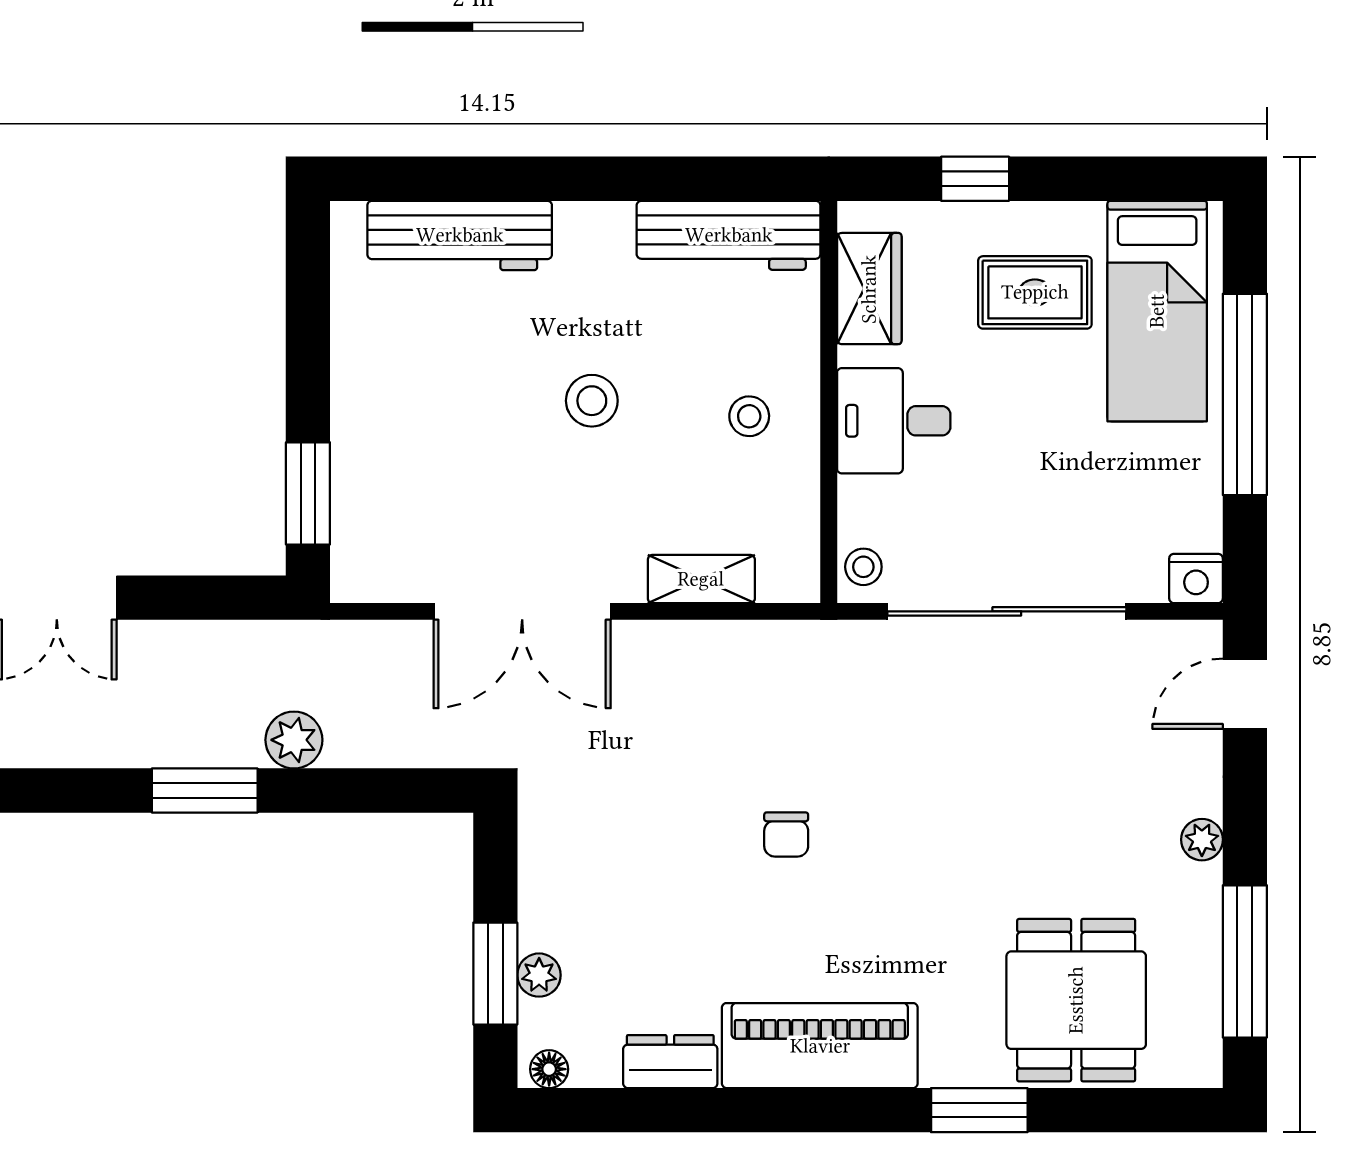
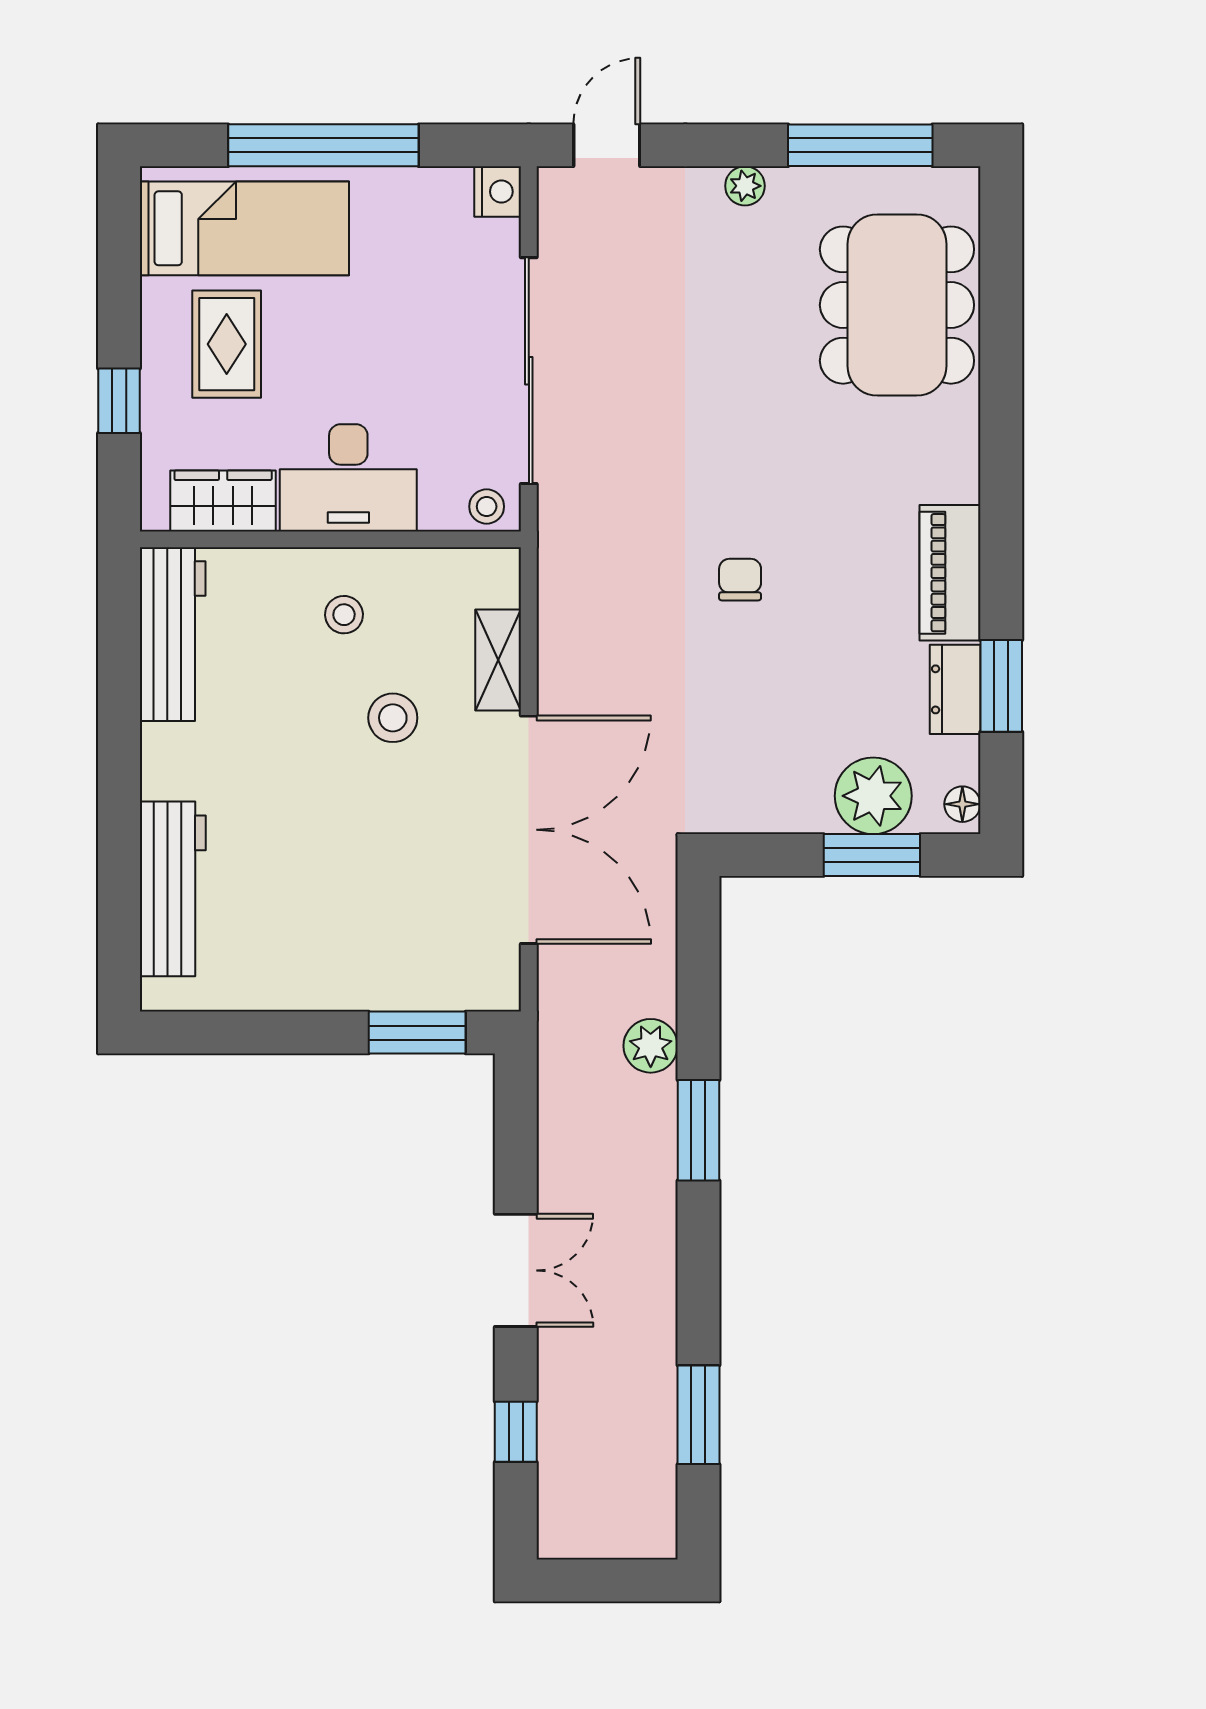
stool: (592, 401) -> (393, 718), moved
desk: (894, 421) -> (348, 478), width x1.37
double door: (522, 611) -> (529, 830), width x1.36
door: (1245, 694) -> (607, 145), swing flipped
chair: (786, 834) -> (740, 580), turned -90
plant: (539, 975) -> (873, 796), width x1.88, depth x1.88
dining table: (1076, 1000) -> (897, 305), width x1.37
piano: (820, 1046) -> (950, 573), width x0.73, depth x0.75
window: (979, 1110) -> (1001, 686), moved

